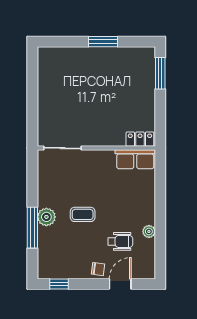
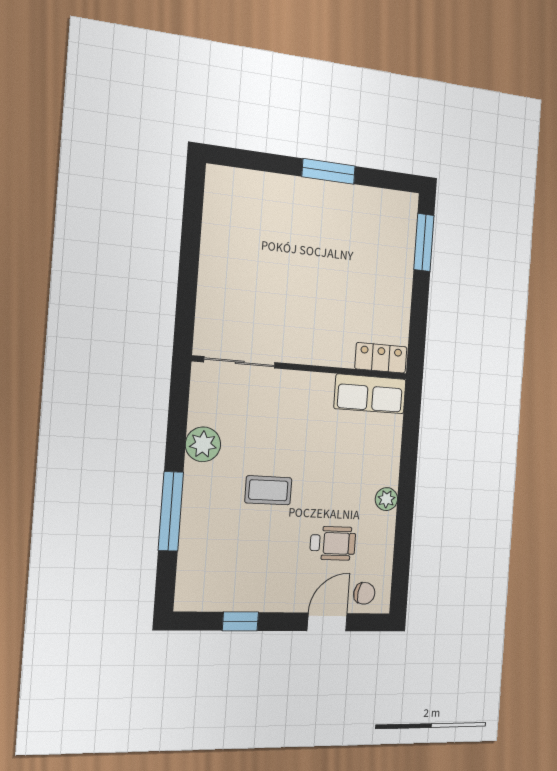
plant: (46, 217) -> (203, 444), moved
plant: (149, 231) -> (386, 499), moved
chair: (98, 269) -> (364, 593), moved
window: (59, 284) -> (240, 621), moved

